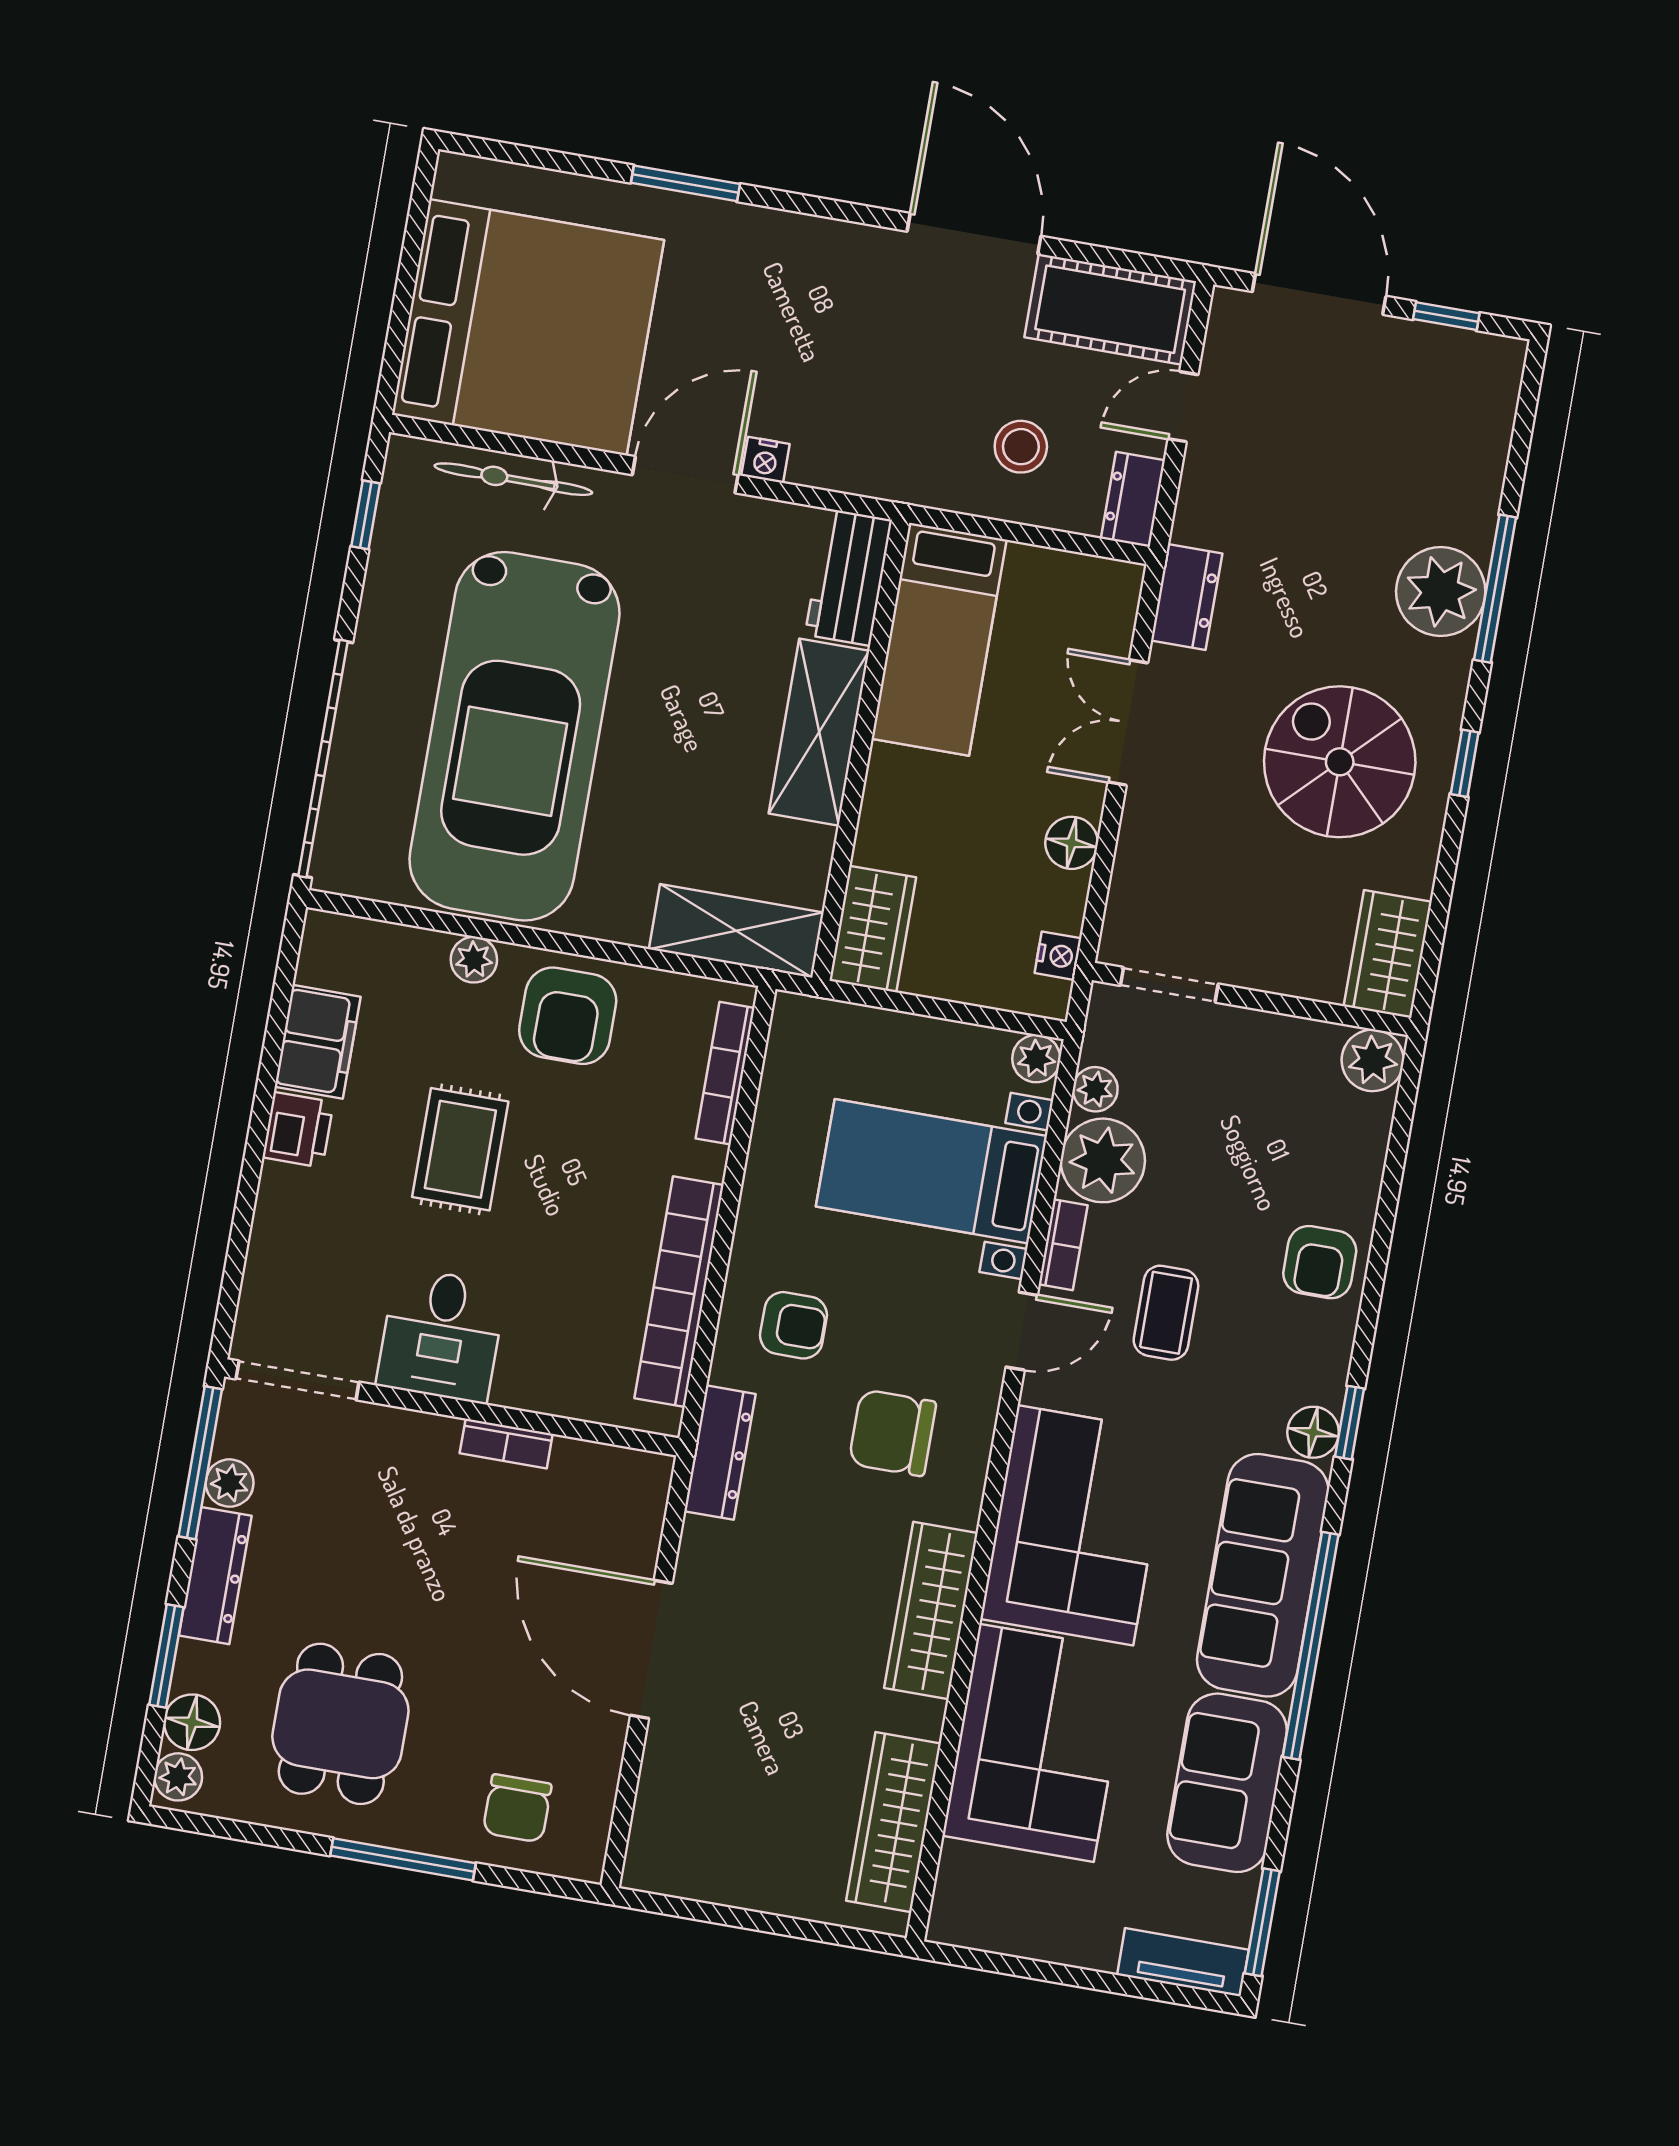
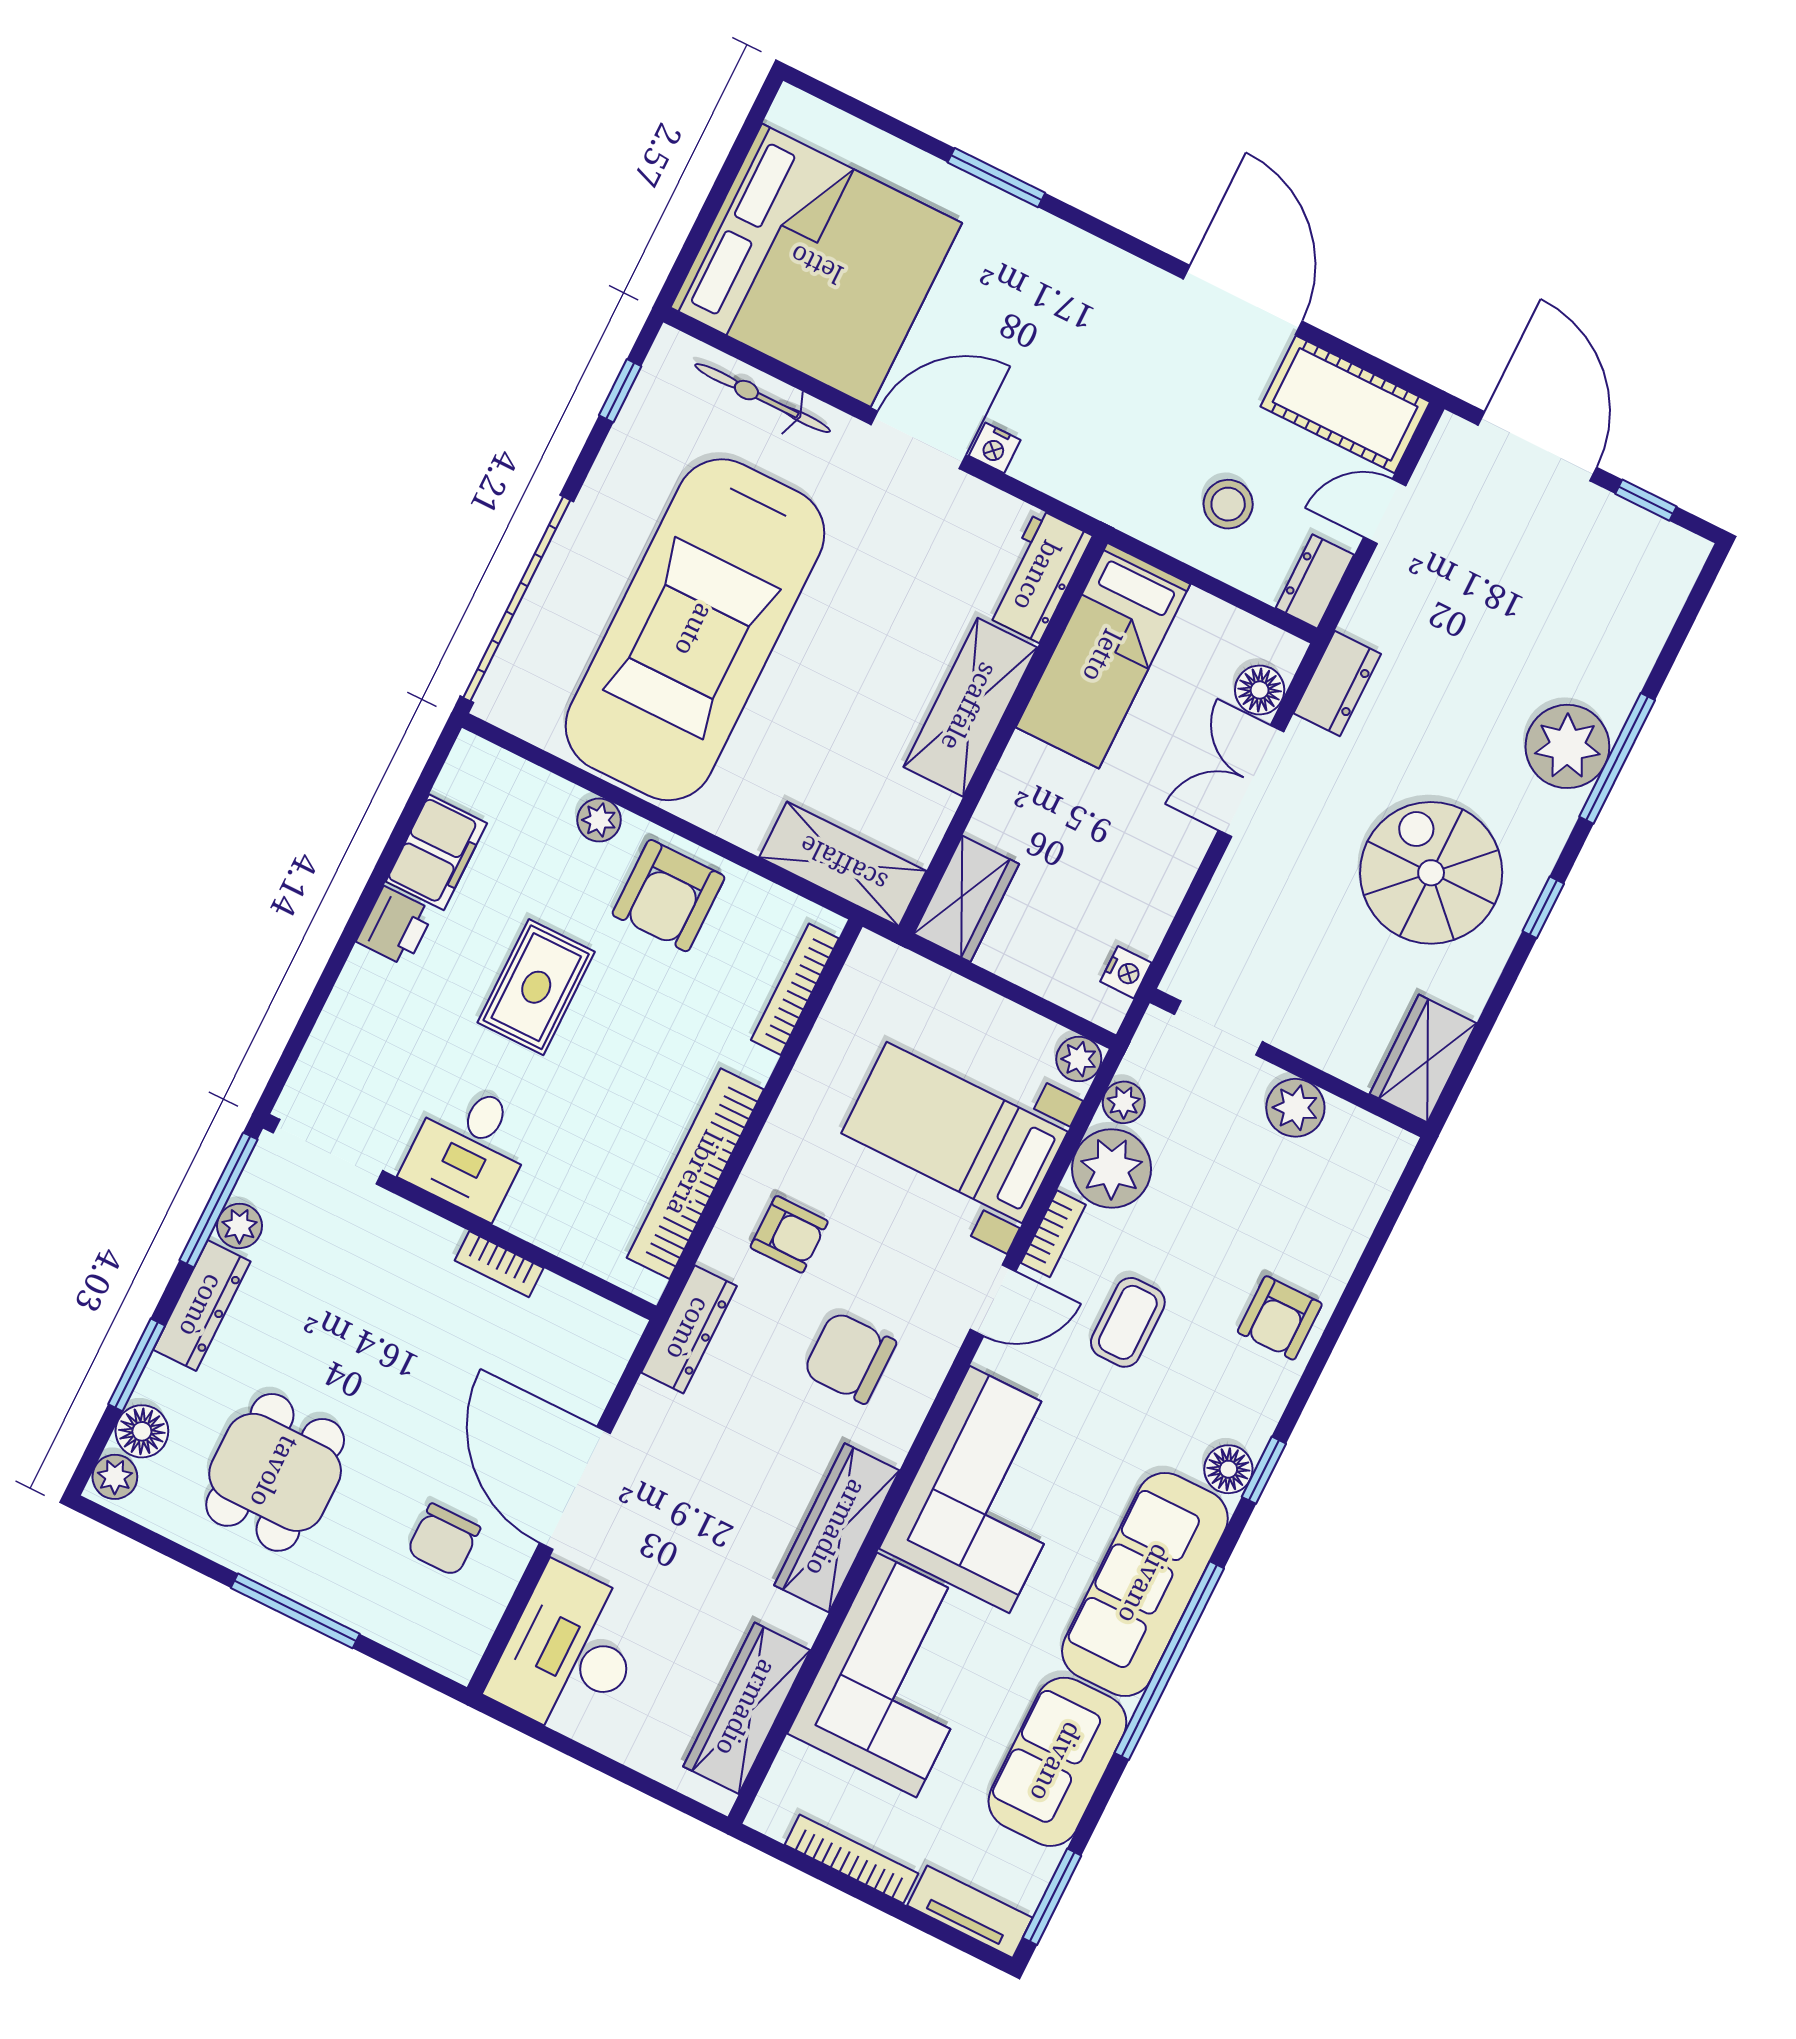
floor lamp: (1072, 843) -> (1260, 690), moved
plant: (1373, 1060) -> (1295, 1108), moved
chair: (517, 1808) -> (444, 1540), moved
desk: (696, 1819) -> (570, 1652), added
bookcase: (1046, 1944) -> (851, 1859), added

